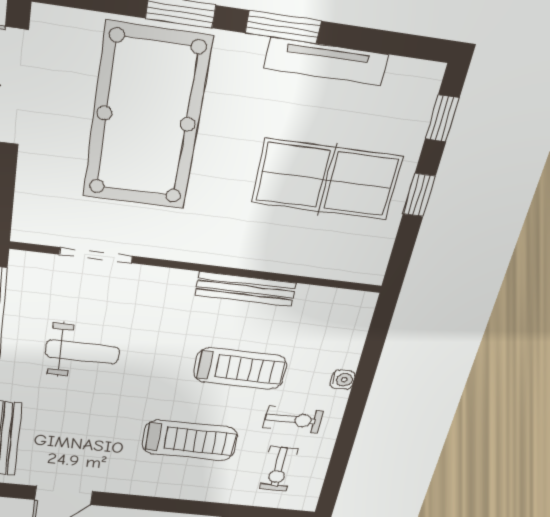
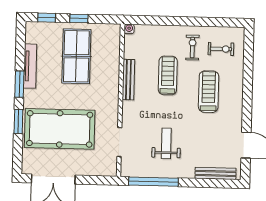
water cooler: (343, 380) -> (129, 29), moved

